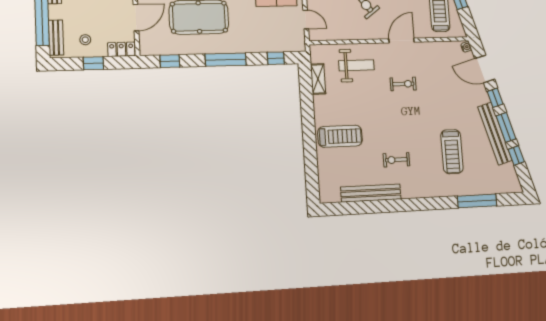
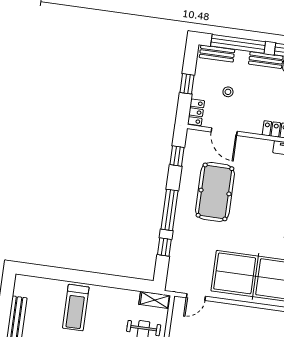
stool: (85, 40) -> (228, 92), moved
window: (276, 58) -> (164, 247), moved
shelving: (318, 79) -> (155, 300), moved

